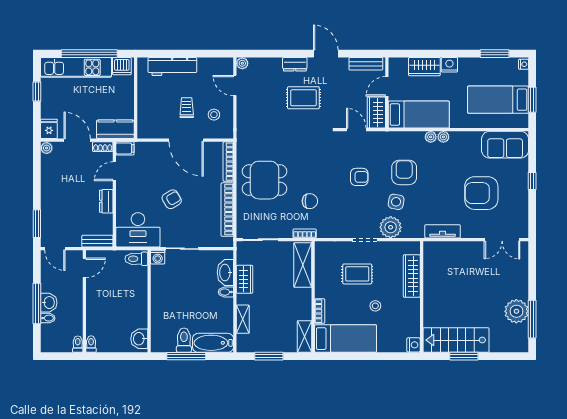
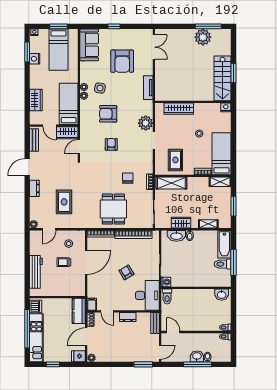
nightstand: (449, 65) -> (35, 59), moved
rug: (303, 98) -> (64, 202), moved
side table: (396, 202) -> (100, 88), moved
rug: (357, 274) -> (175, 160), moved

